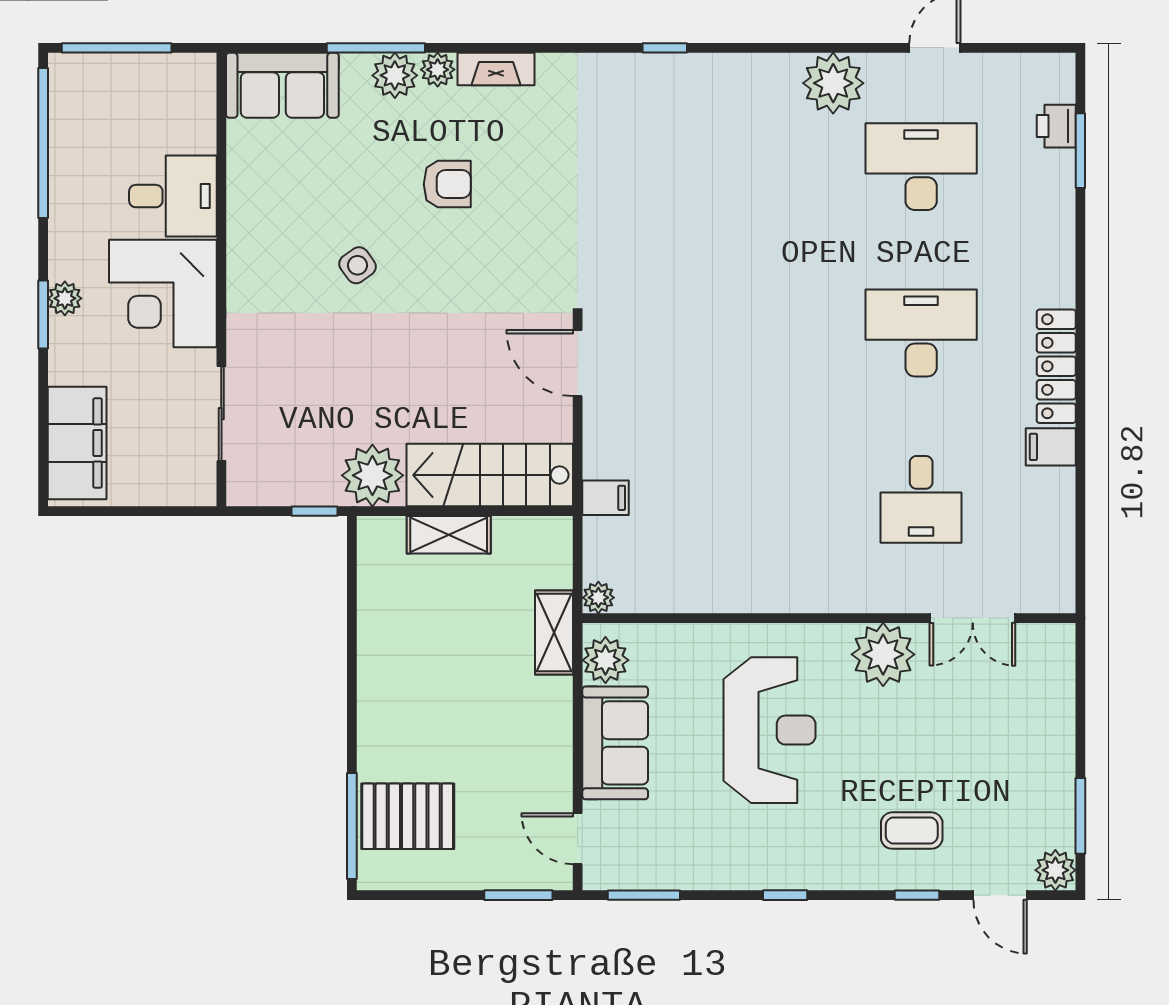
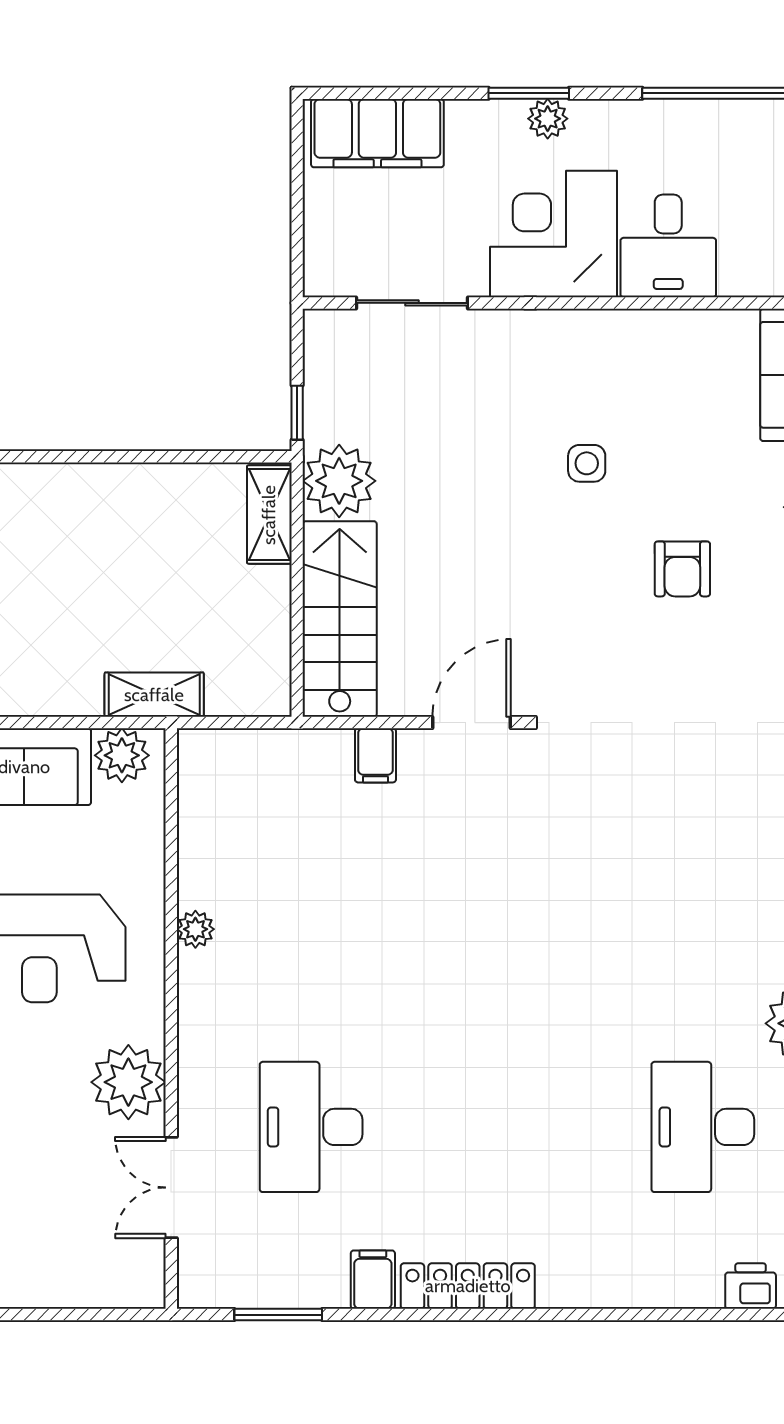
window: (1080, 151) -> (278, 1315), moved
desk: (921, 167) -> (703, 1127), turned 180
side table: (358, 265) -> (587, 463), turned 36
desk: (921, 333) -> (507, 1127), removed
filing cabinet: (606, 498) -> (375, 755), moved
desk: (921, 499) -> (311, 1127), width x1.37
shelving: (449, 535) -> (269, 515), moved
plant: (598, 598) -> (195, 929), moved

